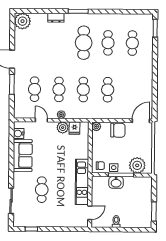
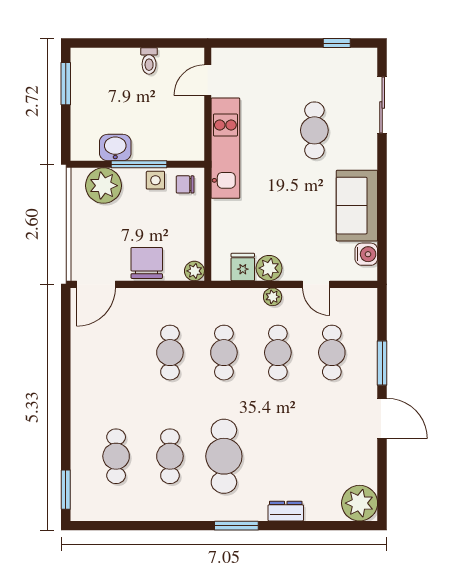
chair: (118, 130) -> (147, 263), turned 90
washbasin: (116, 182) -> (115, 148), moved

